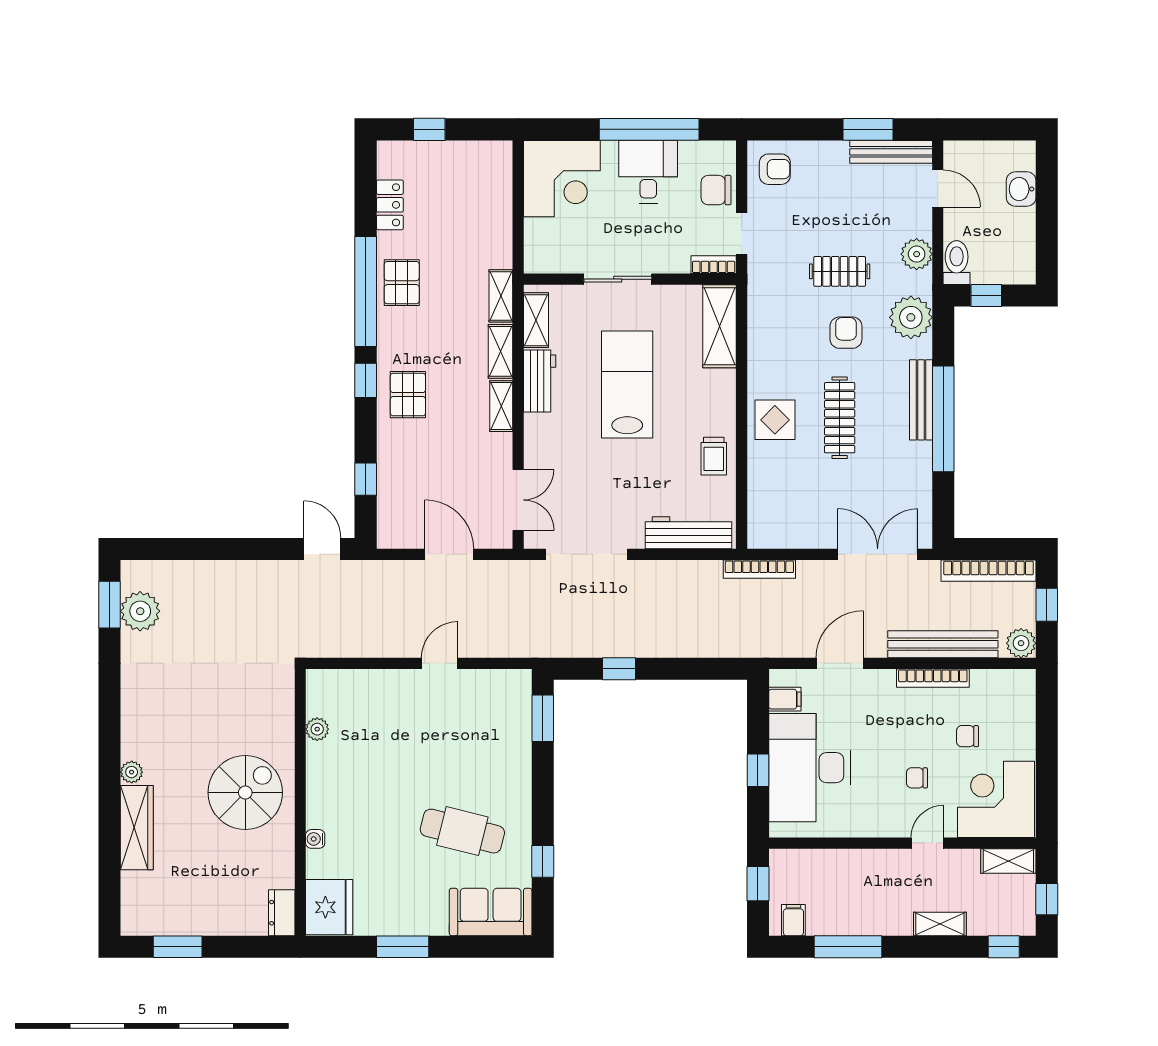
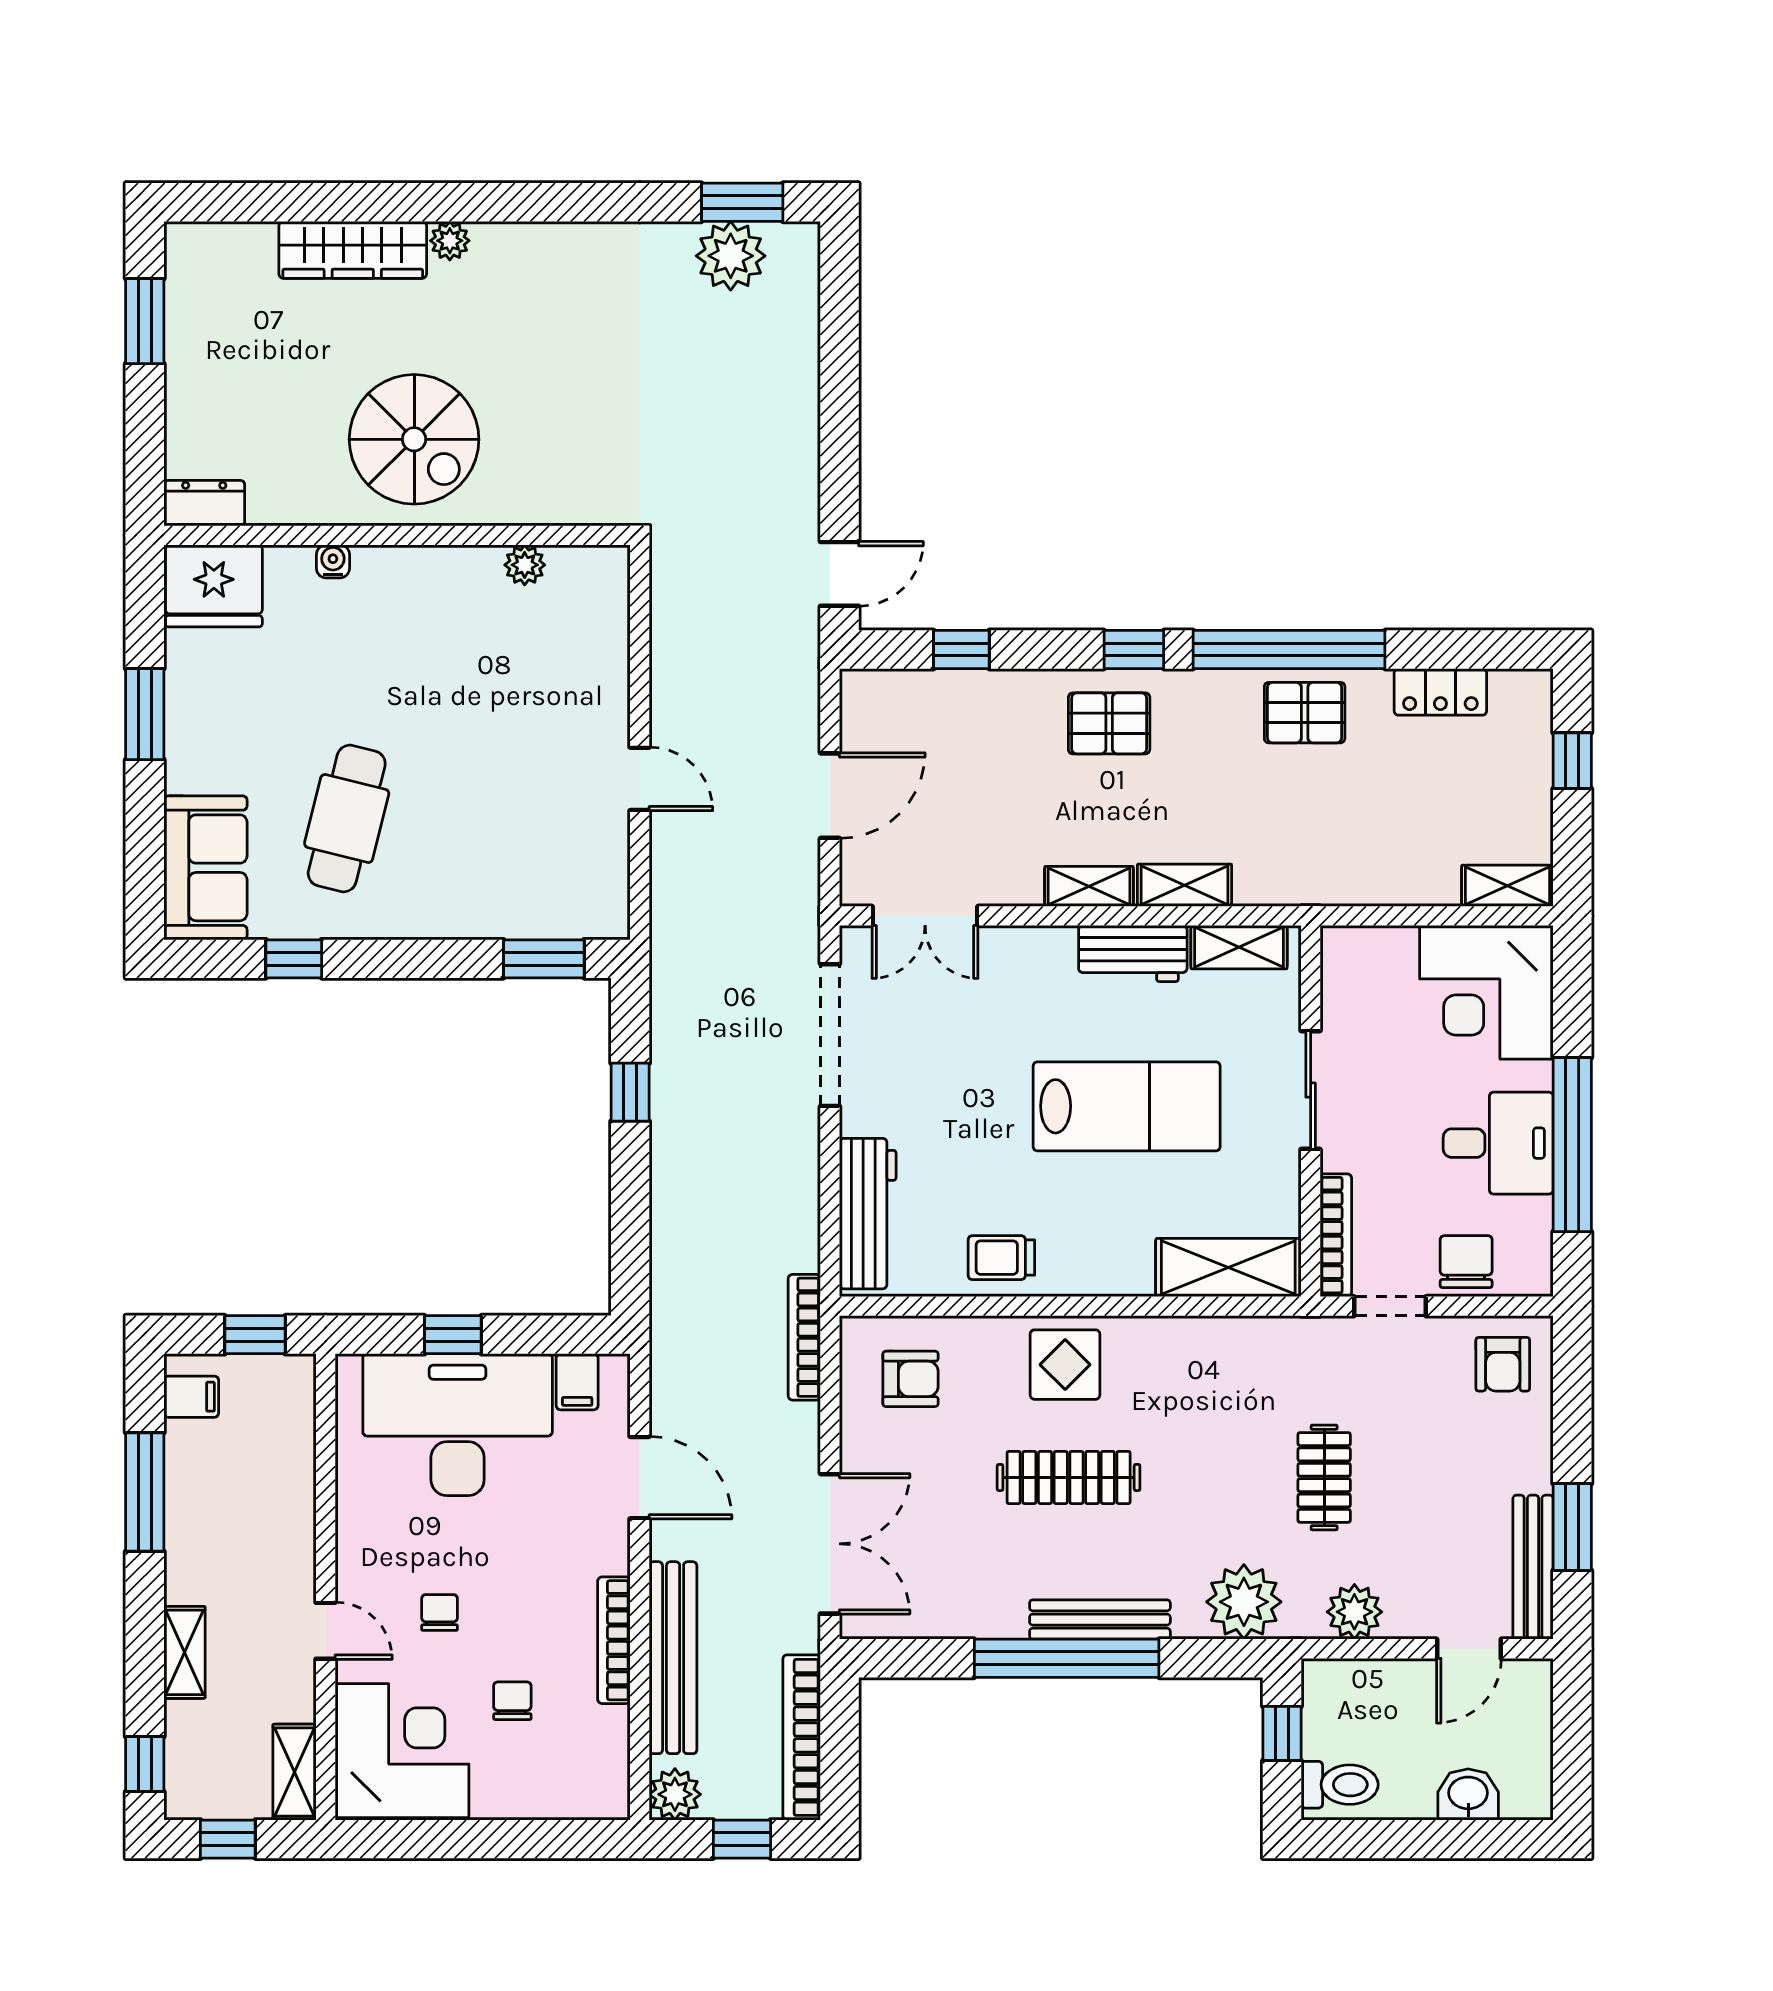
toilet: (957, 263) -> (1340, 1785), moved
bookcase: (714, 265) -> (1336, 1235), width x1.56
shelving: (501, 296) -> (1507, 886), moved
armchair: (846, 333) -> (911, 1379), moved

